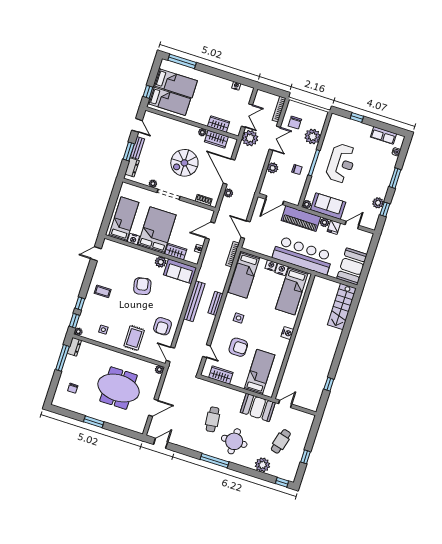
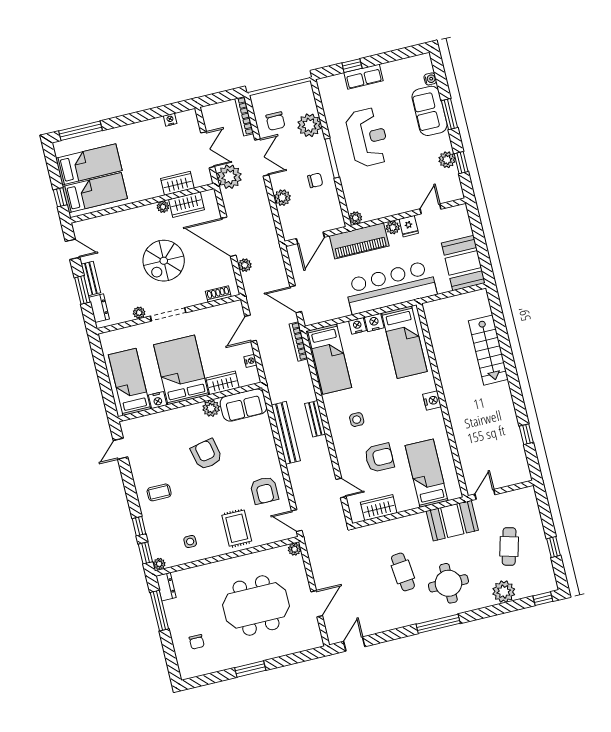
row of seats: (383, 135) -> (363, 77), moved
sofa: (328, 206) -> (430, 111), moved, turned -90
stairs: (342, 306) -> (488, 350), moved

